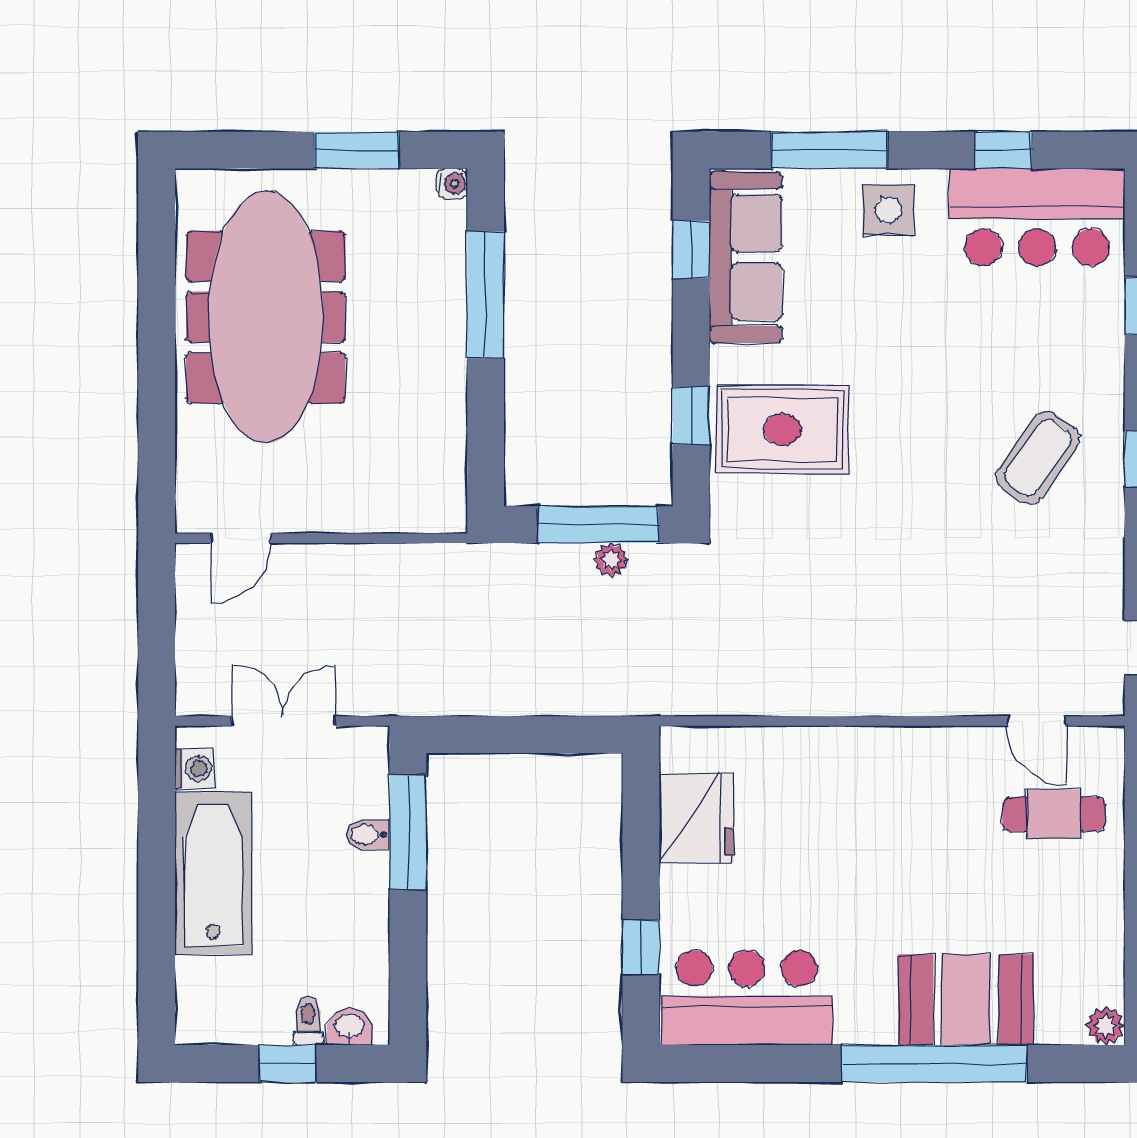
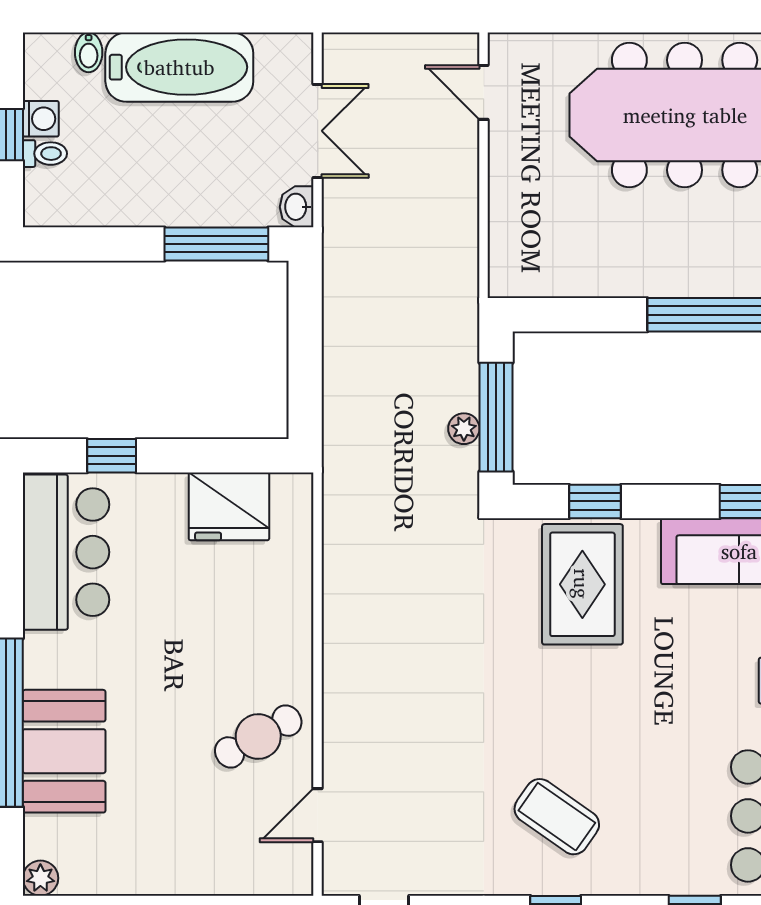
washing machine: (195, 768) -> (41, 119), moved, turned -90
cafe table: (1054, 814) -> (258, 737), moved, turned 61
bidet: (368, 835) -> (89, 52), moved, turned 180
washbasin: (350, 1027) -> (297, 207), moved, turned 180

